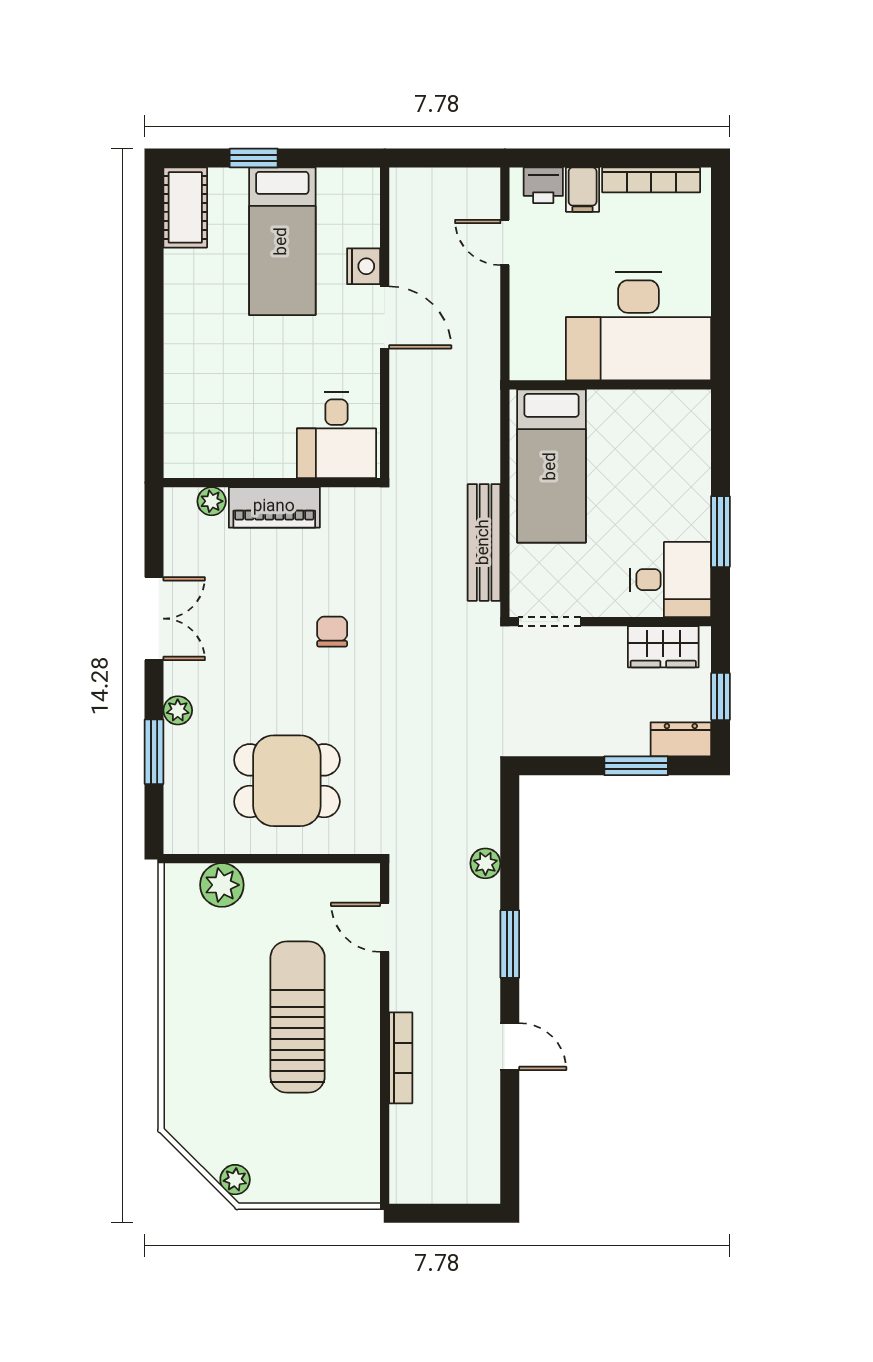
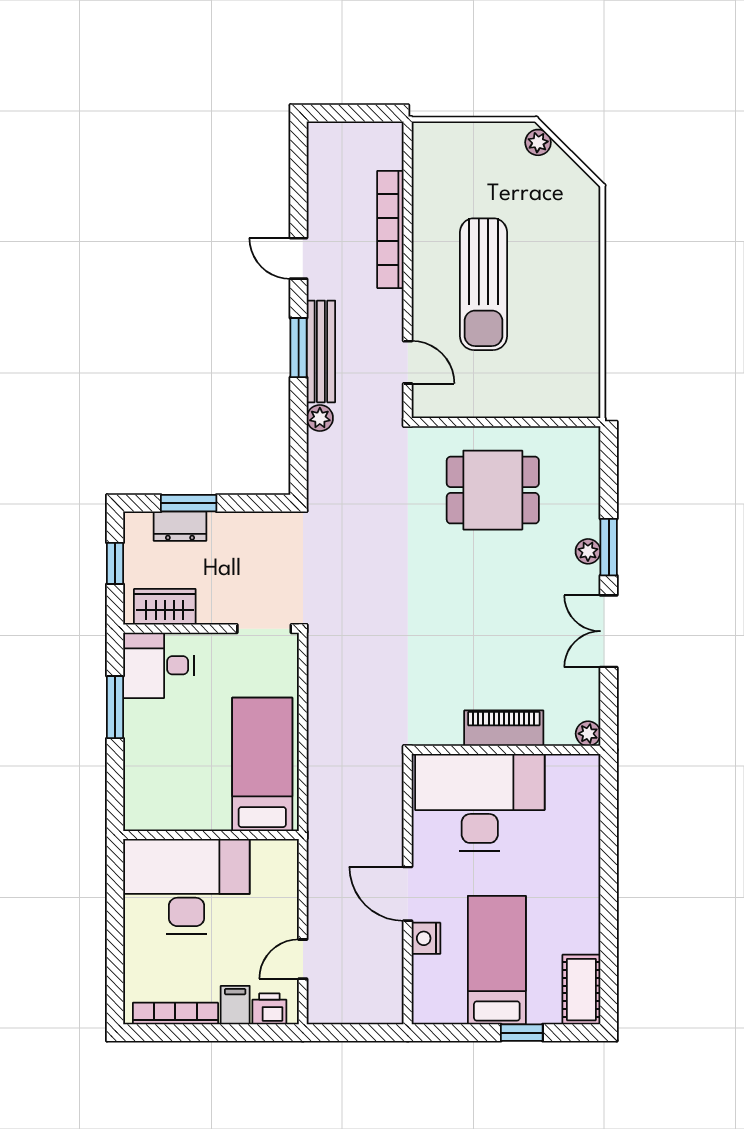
door: (505, 242) -> (303, 959), swing flipped
desk: (336, 435) -> (480, 802), width x1.87, depth x1.30
plant: (212, 501) -> (588, 734), moved
bench: (484, 542) -> (321, 351), moved
chair: (332, 632) -> (453, 620), removed
dresser: (681, 739) -> (180, 526), moved
window: (154, 752) -> (609, 547), moved
plant: (222, 885) -> (549, 399), removed
bookcase: (401, 1058) -> (390, 229), width x1.48, depth x1.31

